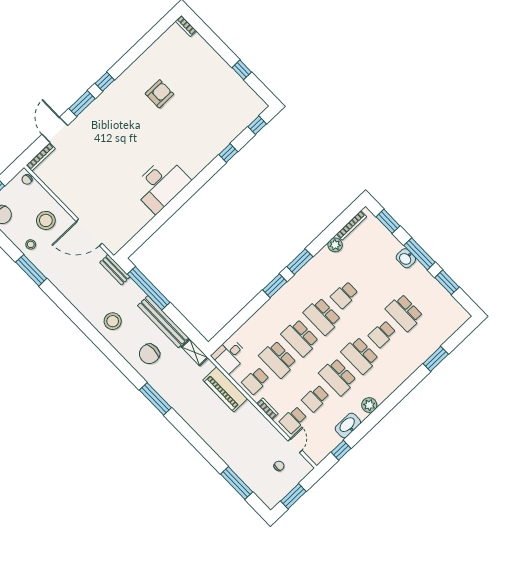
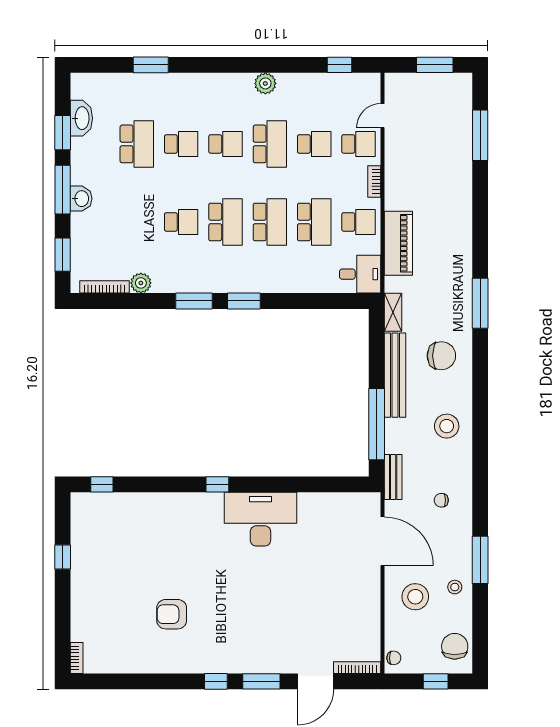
window: (228, 153) -> (217, 484), moved
school desk: (360, 355) -> (226, 144), width x0.54
washbasin: (348, 425) -> (81, 118), moved, turned -90
chair: (279, 466) -> (441, 500), moved

